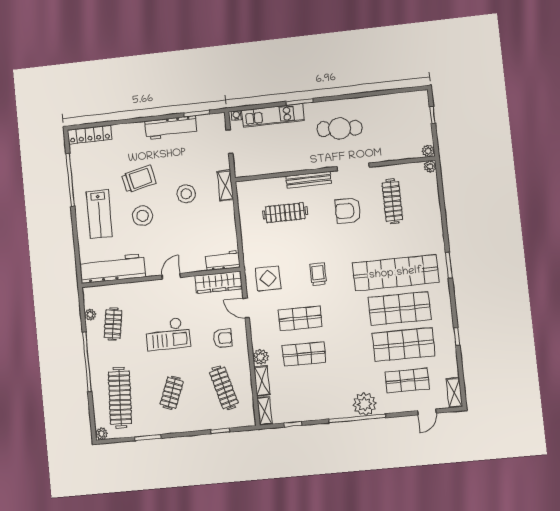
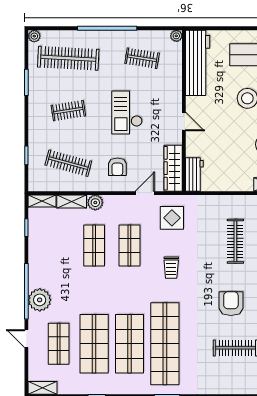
trolley: (318, 274) -> (171, 268), turned 90
plant: (90, 315) -> (176, 36), moved
clothes rail: (224, 388) -> (68, 163), turned 30
clothes rail: (172, 393) -> (68, 111), turned -30
door: (427, 412) -> (26, 339), moved

